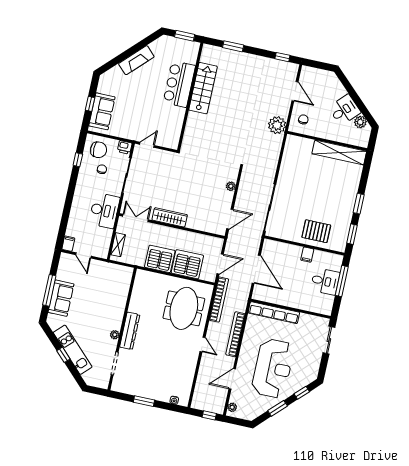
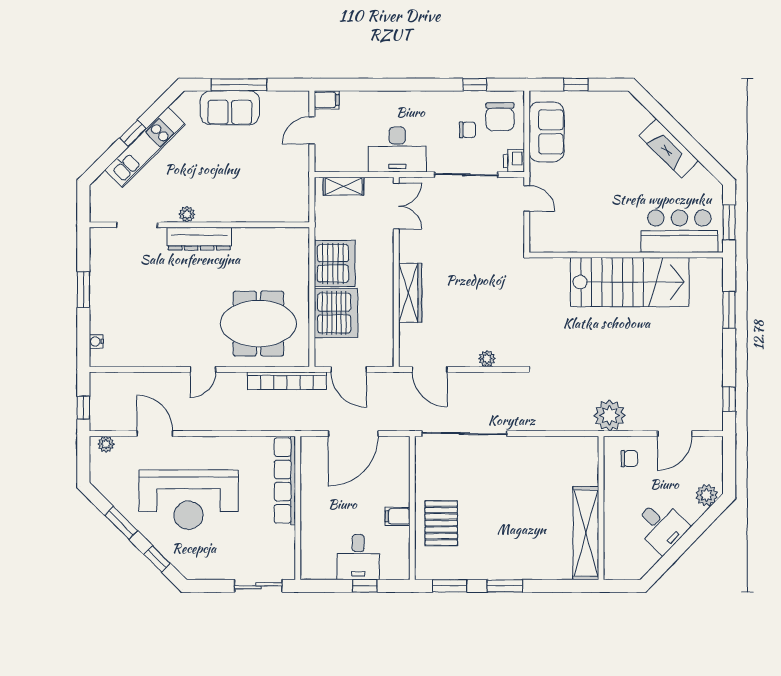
bar counter: (179, 84) -> (679, 231), moved
stairs: (203, 88) -> (630, 282), width x1.36, depth x1.51
sofa: (102, 111) -> (546, 132), moved, turned -90
plant: (360, 122) -> (707, 495), moved
wardrobe: (170, 217) -> (410, 293), moved
window: (342, 281) -> (365, 586), width x0.46
bookcase: (235, 334) -> (233, 422), removed

